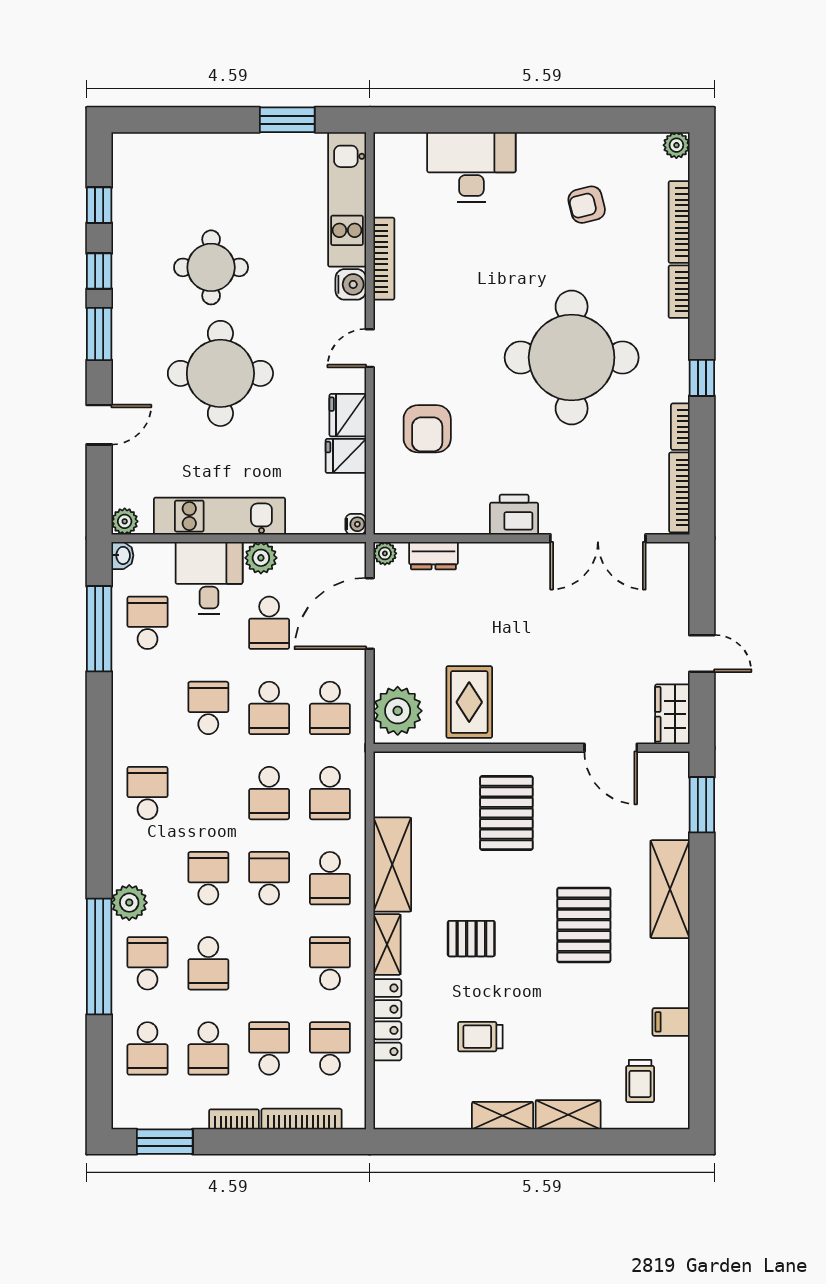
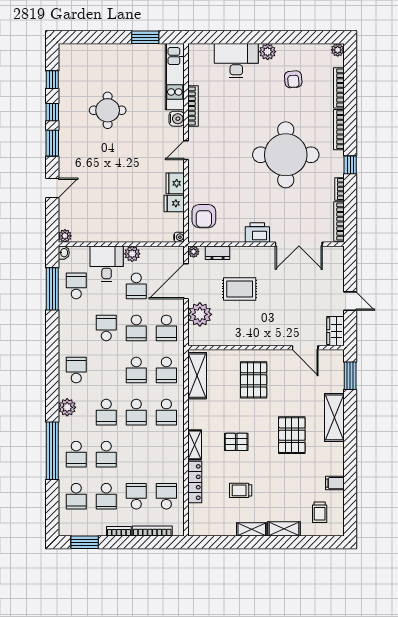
plant: (535, 149) -> (268, 52), added
armchair: (587, 205) -> (293, 79), turned -81
bookcase: (679, 292) -> (339, 130), width x1.56
round table: (220, 373) -> (112, 163), removed
armchair: (427, 429) -> (204, 216), moved
kitchen unit: (219, 516) -> (112, 233), removed
rug: (469, 702) -> (240, 289), moved, turned 90
plant: (398, 711) -> (200, 314), moved
shelving: (392, 865) -> (197, 376), moved
school desk: (208, 878) -> (106, 412), turned 180
school desk: (269, 878) -> (136, 412), turned 180
plant: (129, 903) -> (67, 407), moved
school desk: (148, 963) -> (76, 454), turned 180
school desk: (330, 963) -> (166, 454), removed

